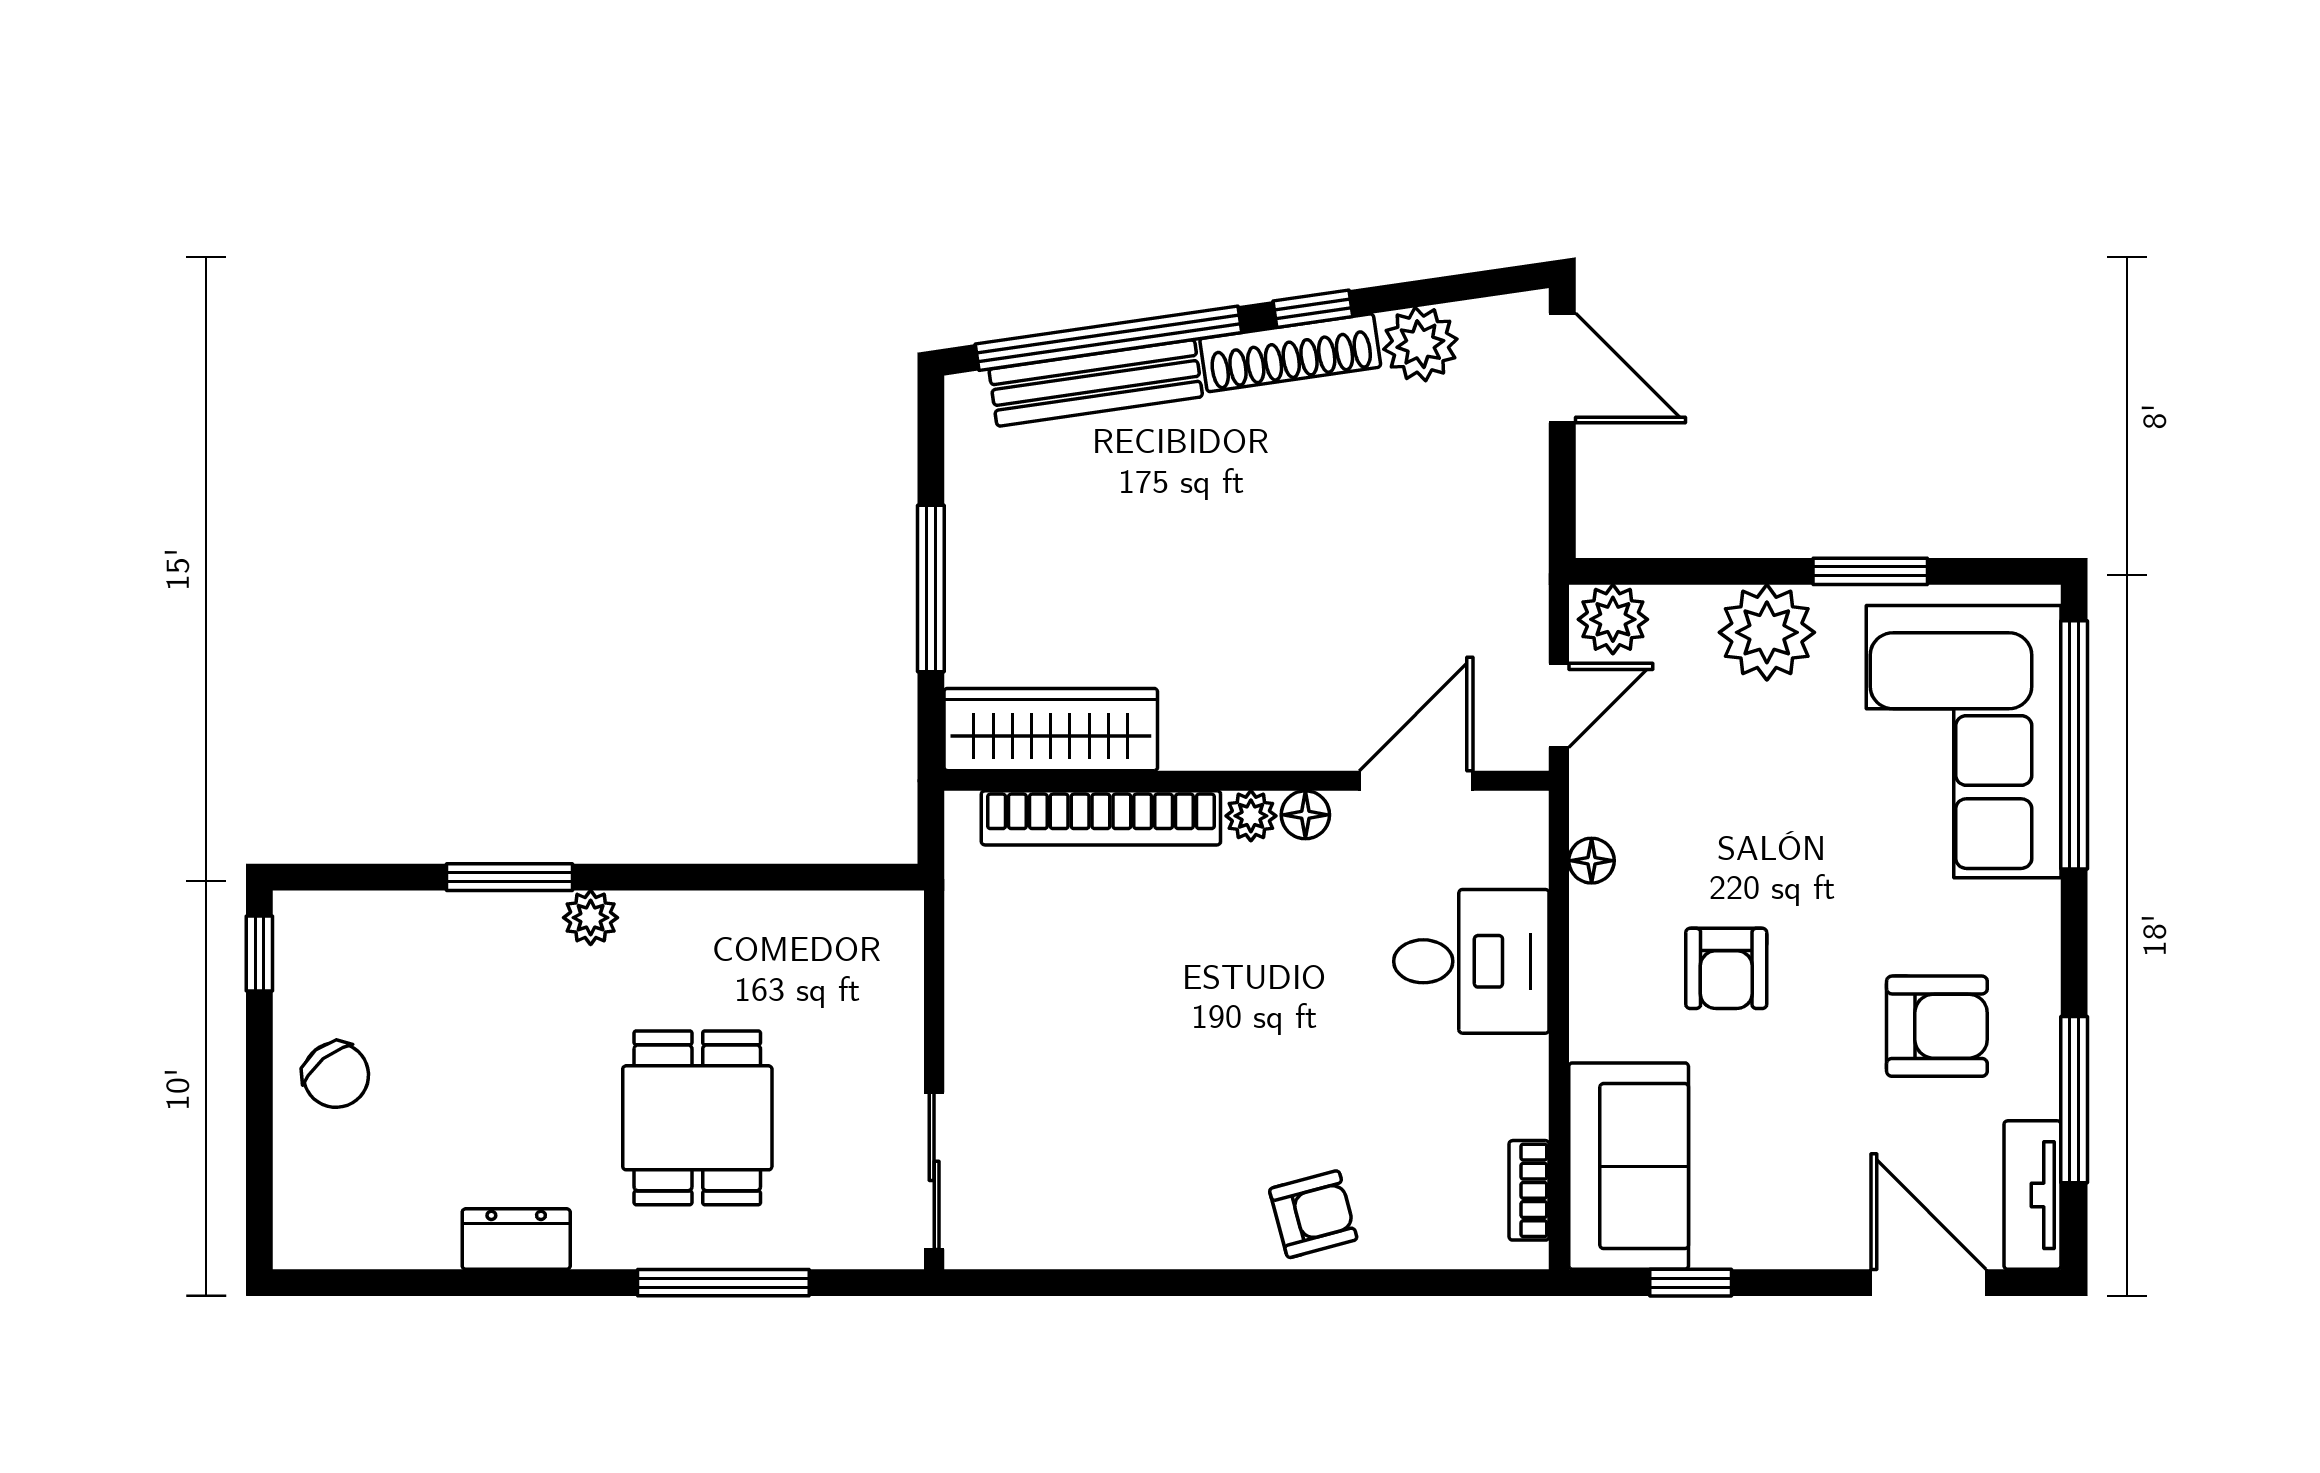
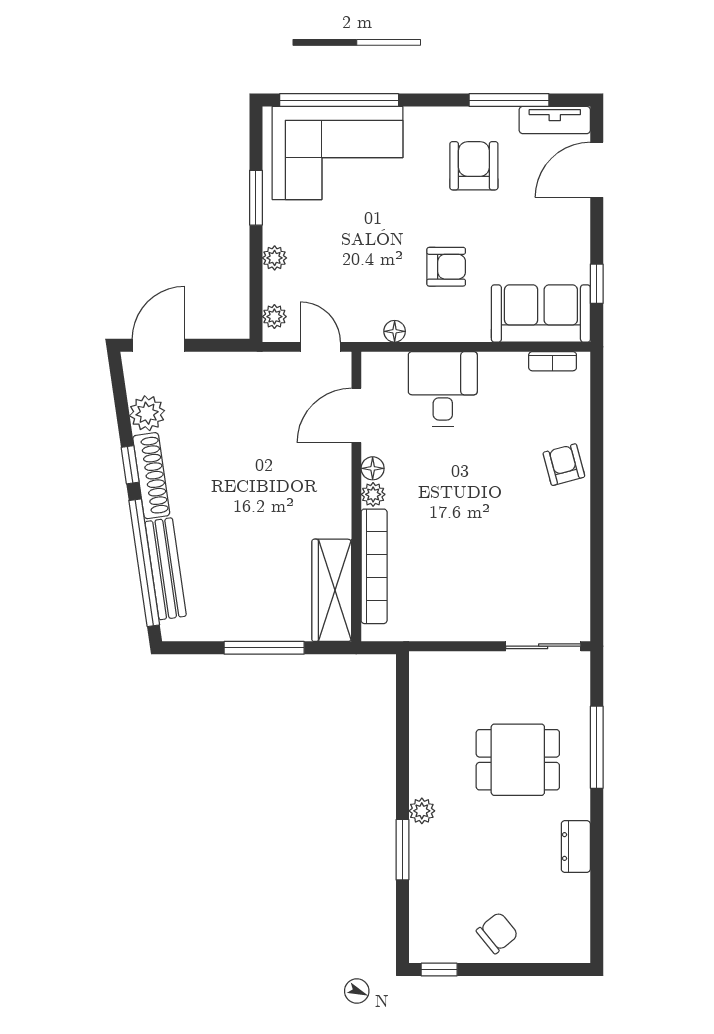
plant: (1613, 619) -> (274, 317), width x0.73, depth x0.73
plant: (1767, 632) -> (275, 258), width x0.53, depth x0.53
door: (1416, 781) -> (356, 415), hinge flipped

